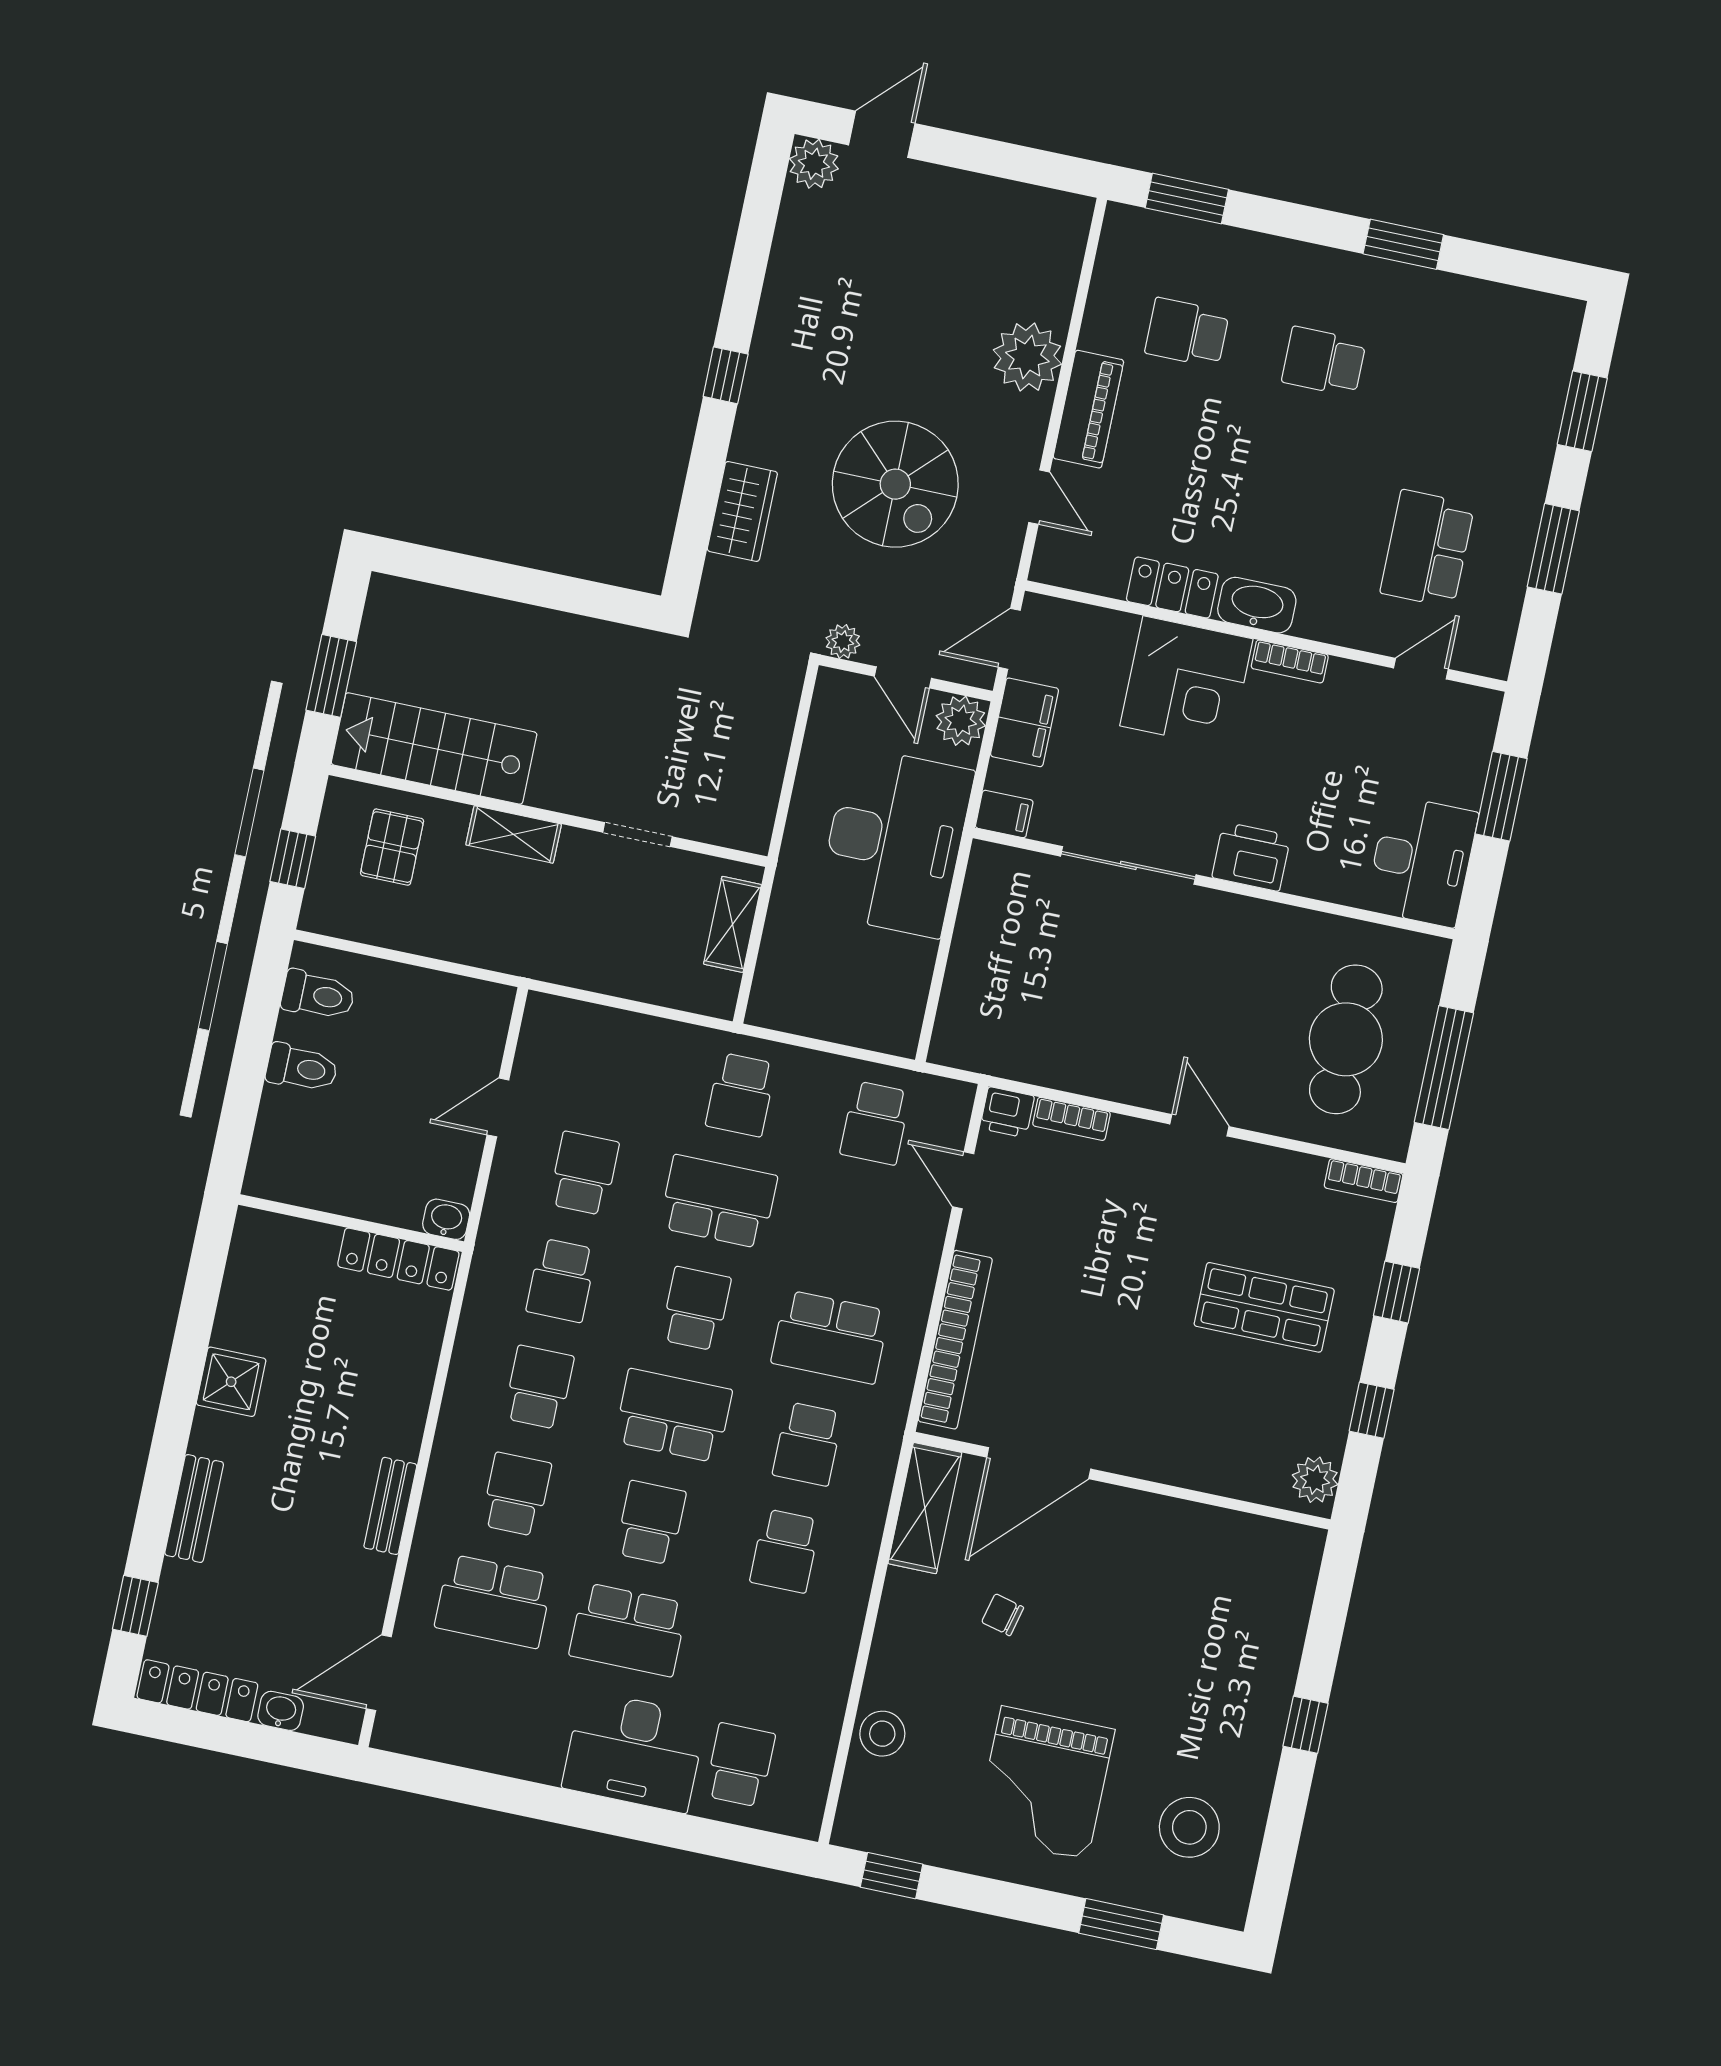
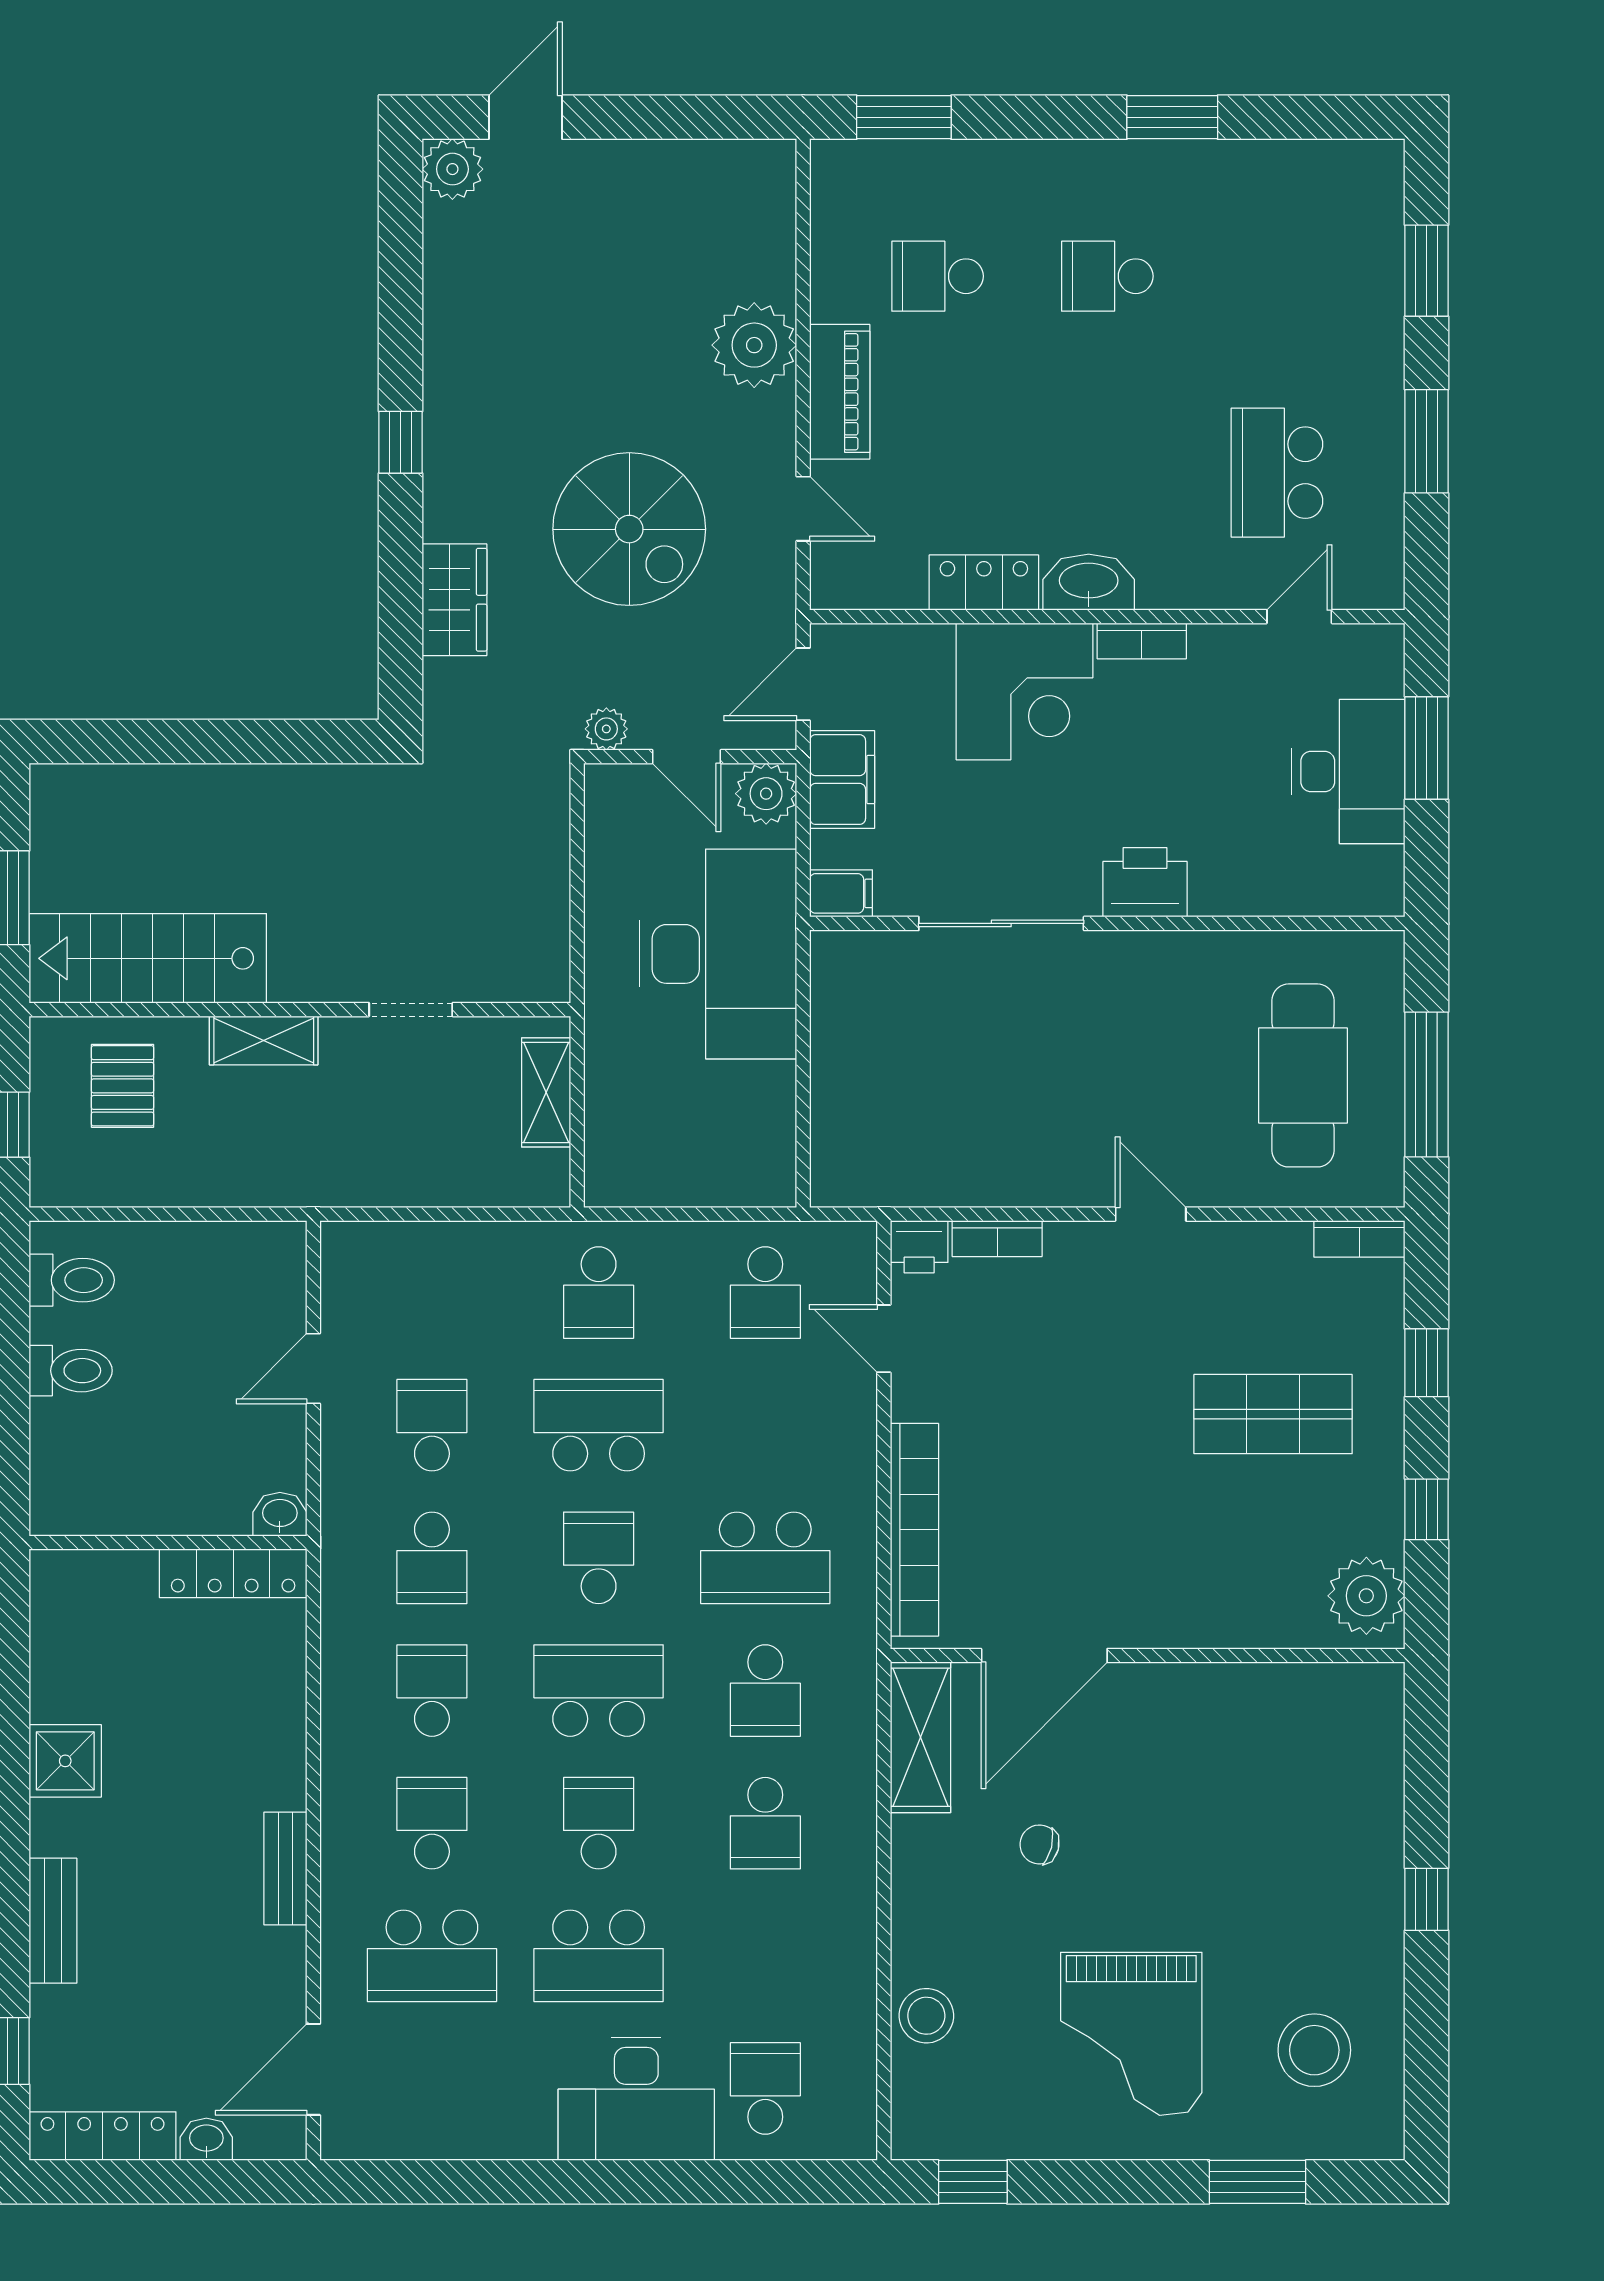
desk: (1422, 861) -> (1348, 771), moved
plant: (1315, 1480) -> (1366, 1596), width x1.36, depth x1.36

